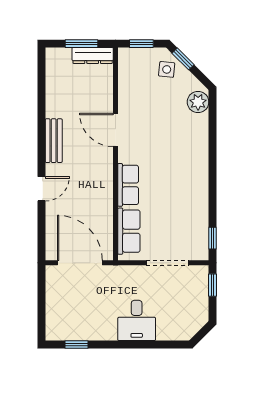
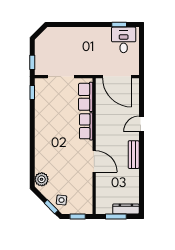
dresser: (93, 55) -> (126, 209), moved
desk: (137, 320) -> (124, 40), moved

